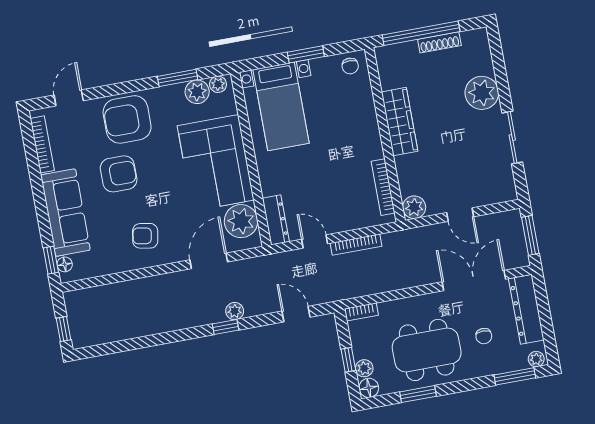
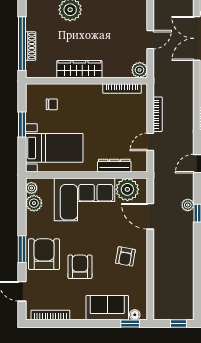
shoe rack: (439, 42) -> (31, 46), moved
chair: (350, 66) -> (52, 104), moved
window: (178, 78) -> (22, 249), moved
armchair: (127, 119) -> (44, 254), turned 180
sofa: (65, 213) -> (107, 308), width x0.73
dresser: (276, 220) -> (114, 166), moved

